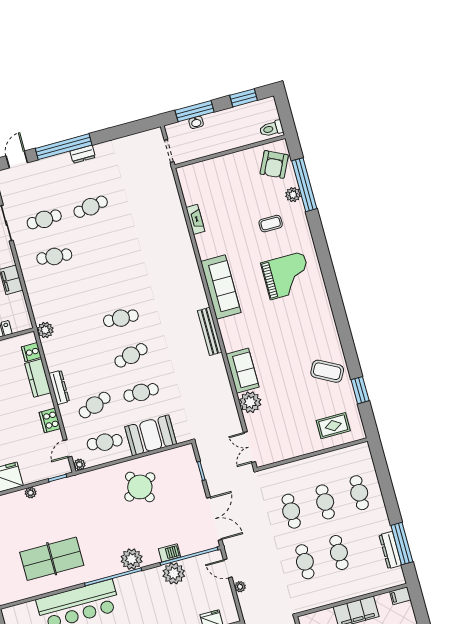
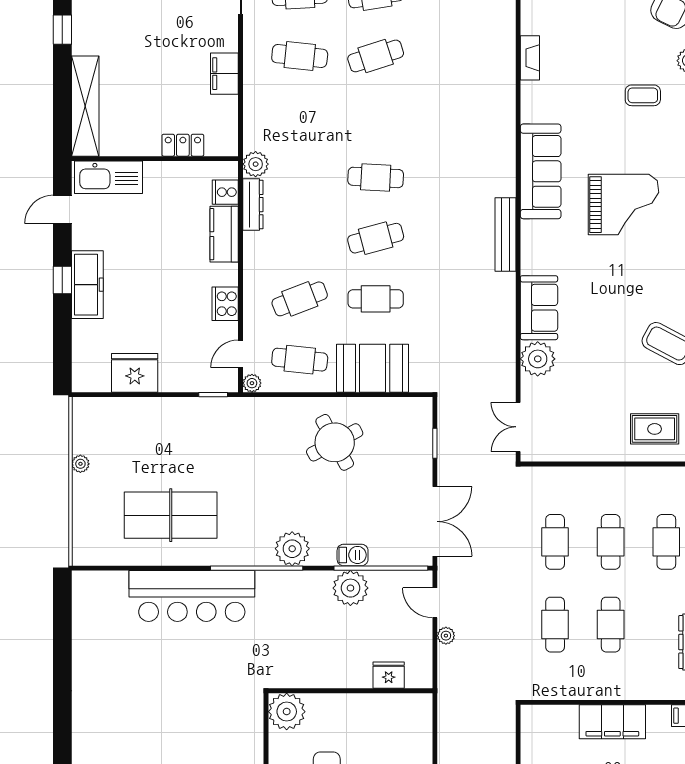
cafe table: (101, 244) -> (376, 56), added
grand piano: (287, 276) -> (624, 205), moved
dresser: (59, 387) -> (253, 205), moved
plant: (31, 493) -> (166, 406), removed

